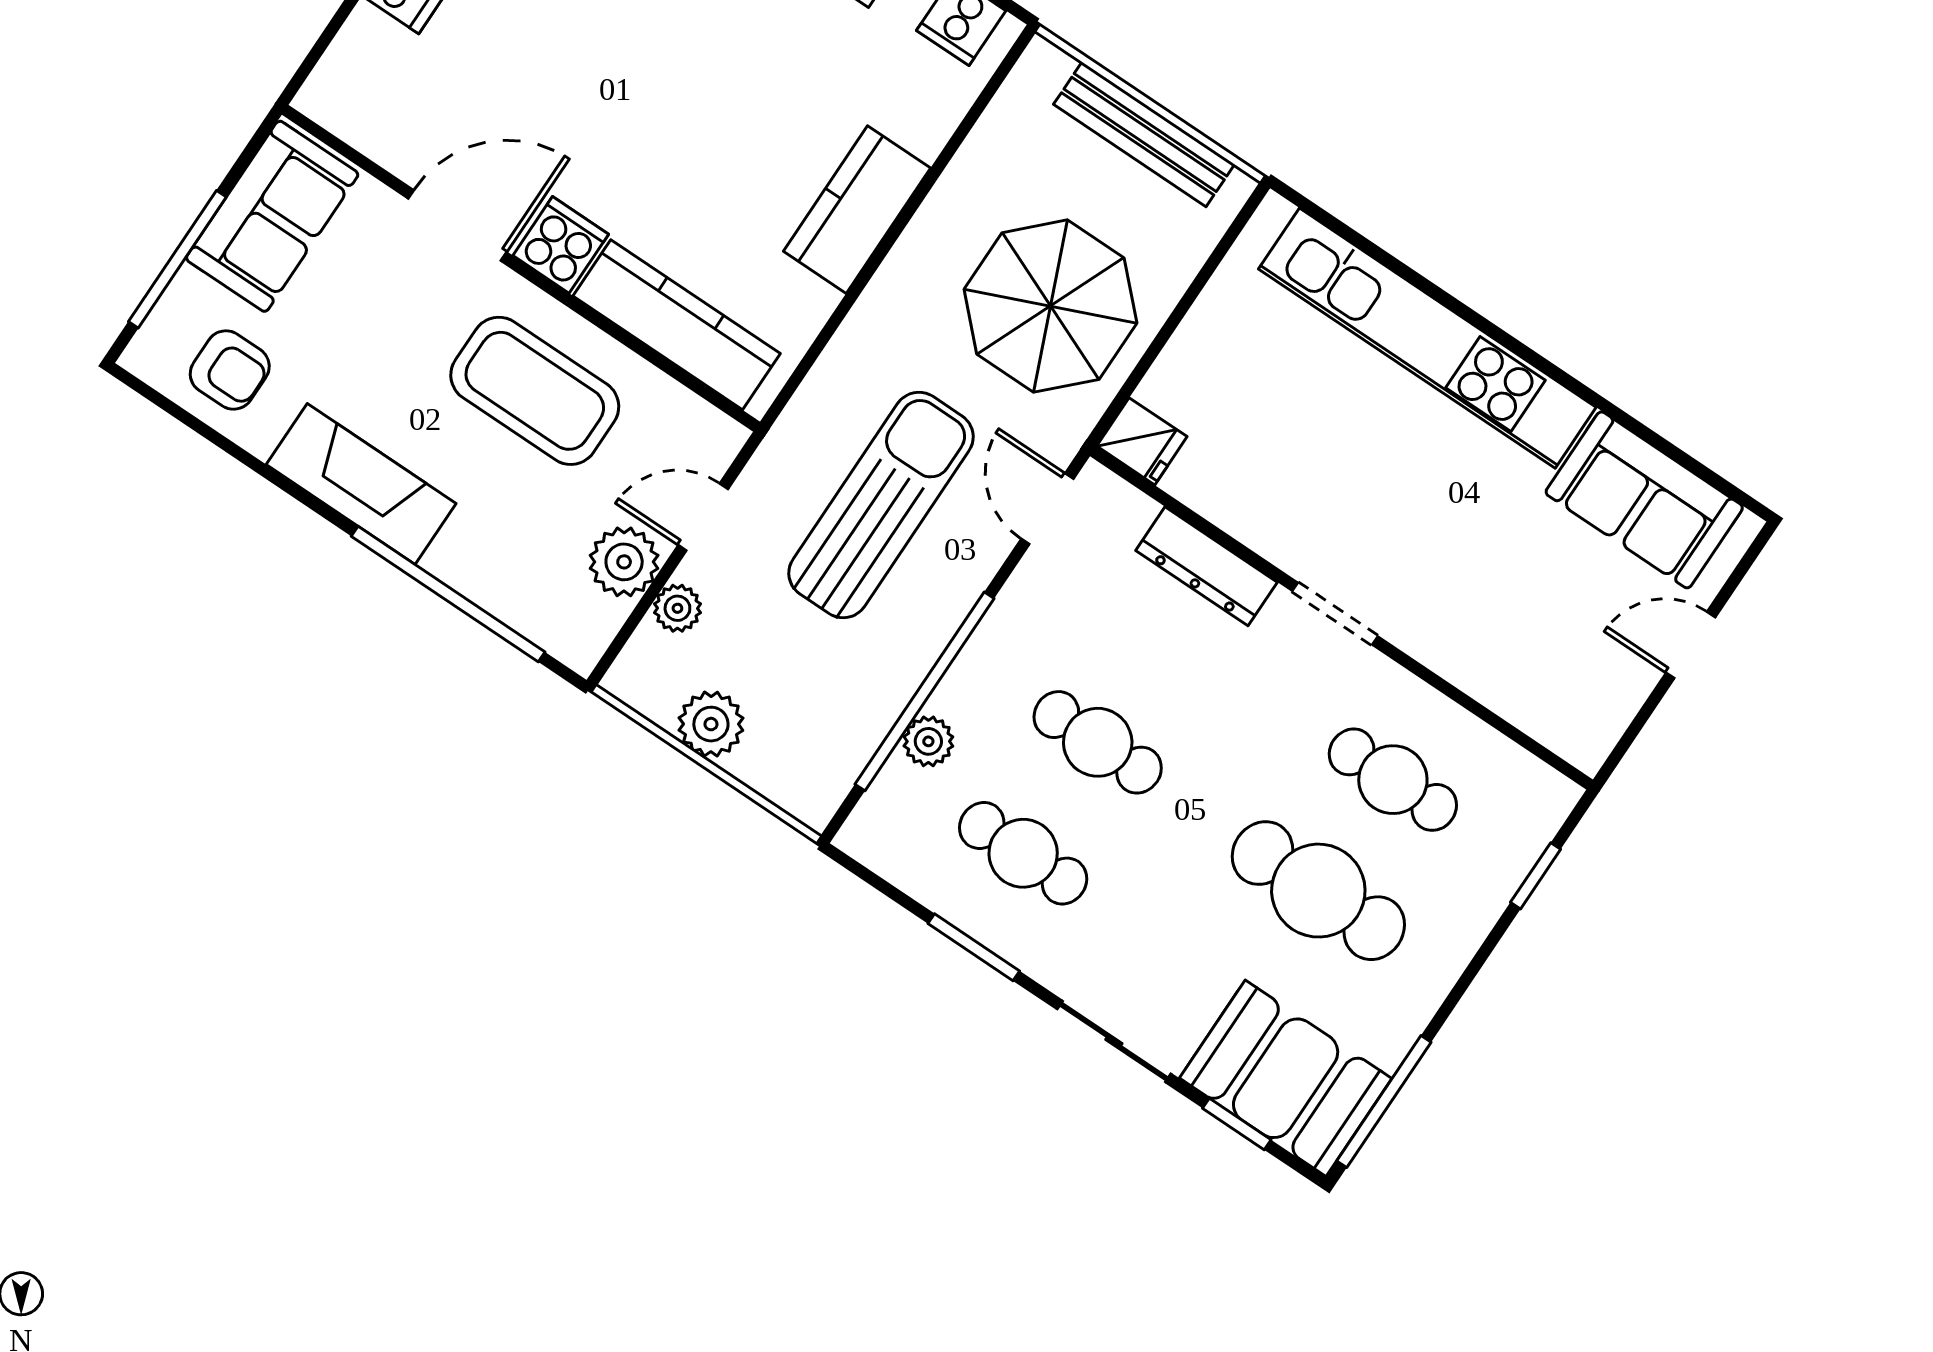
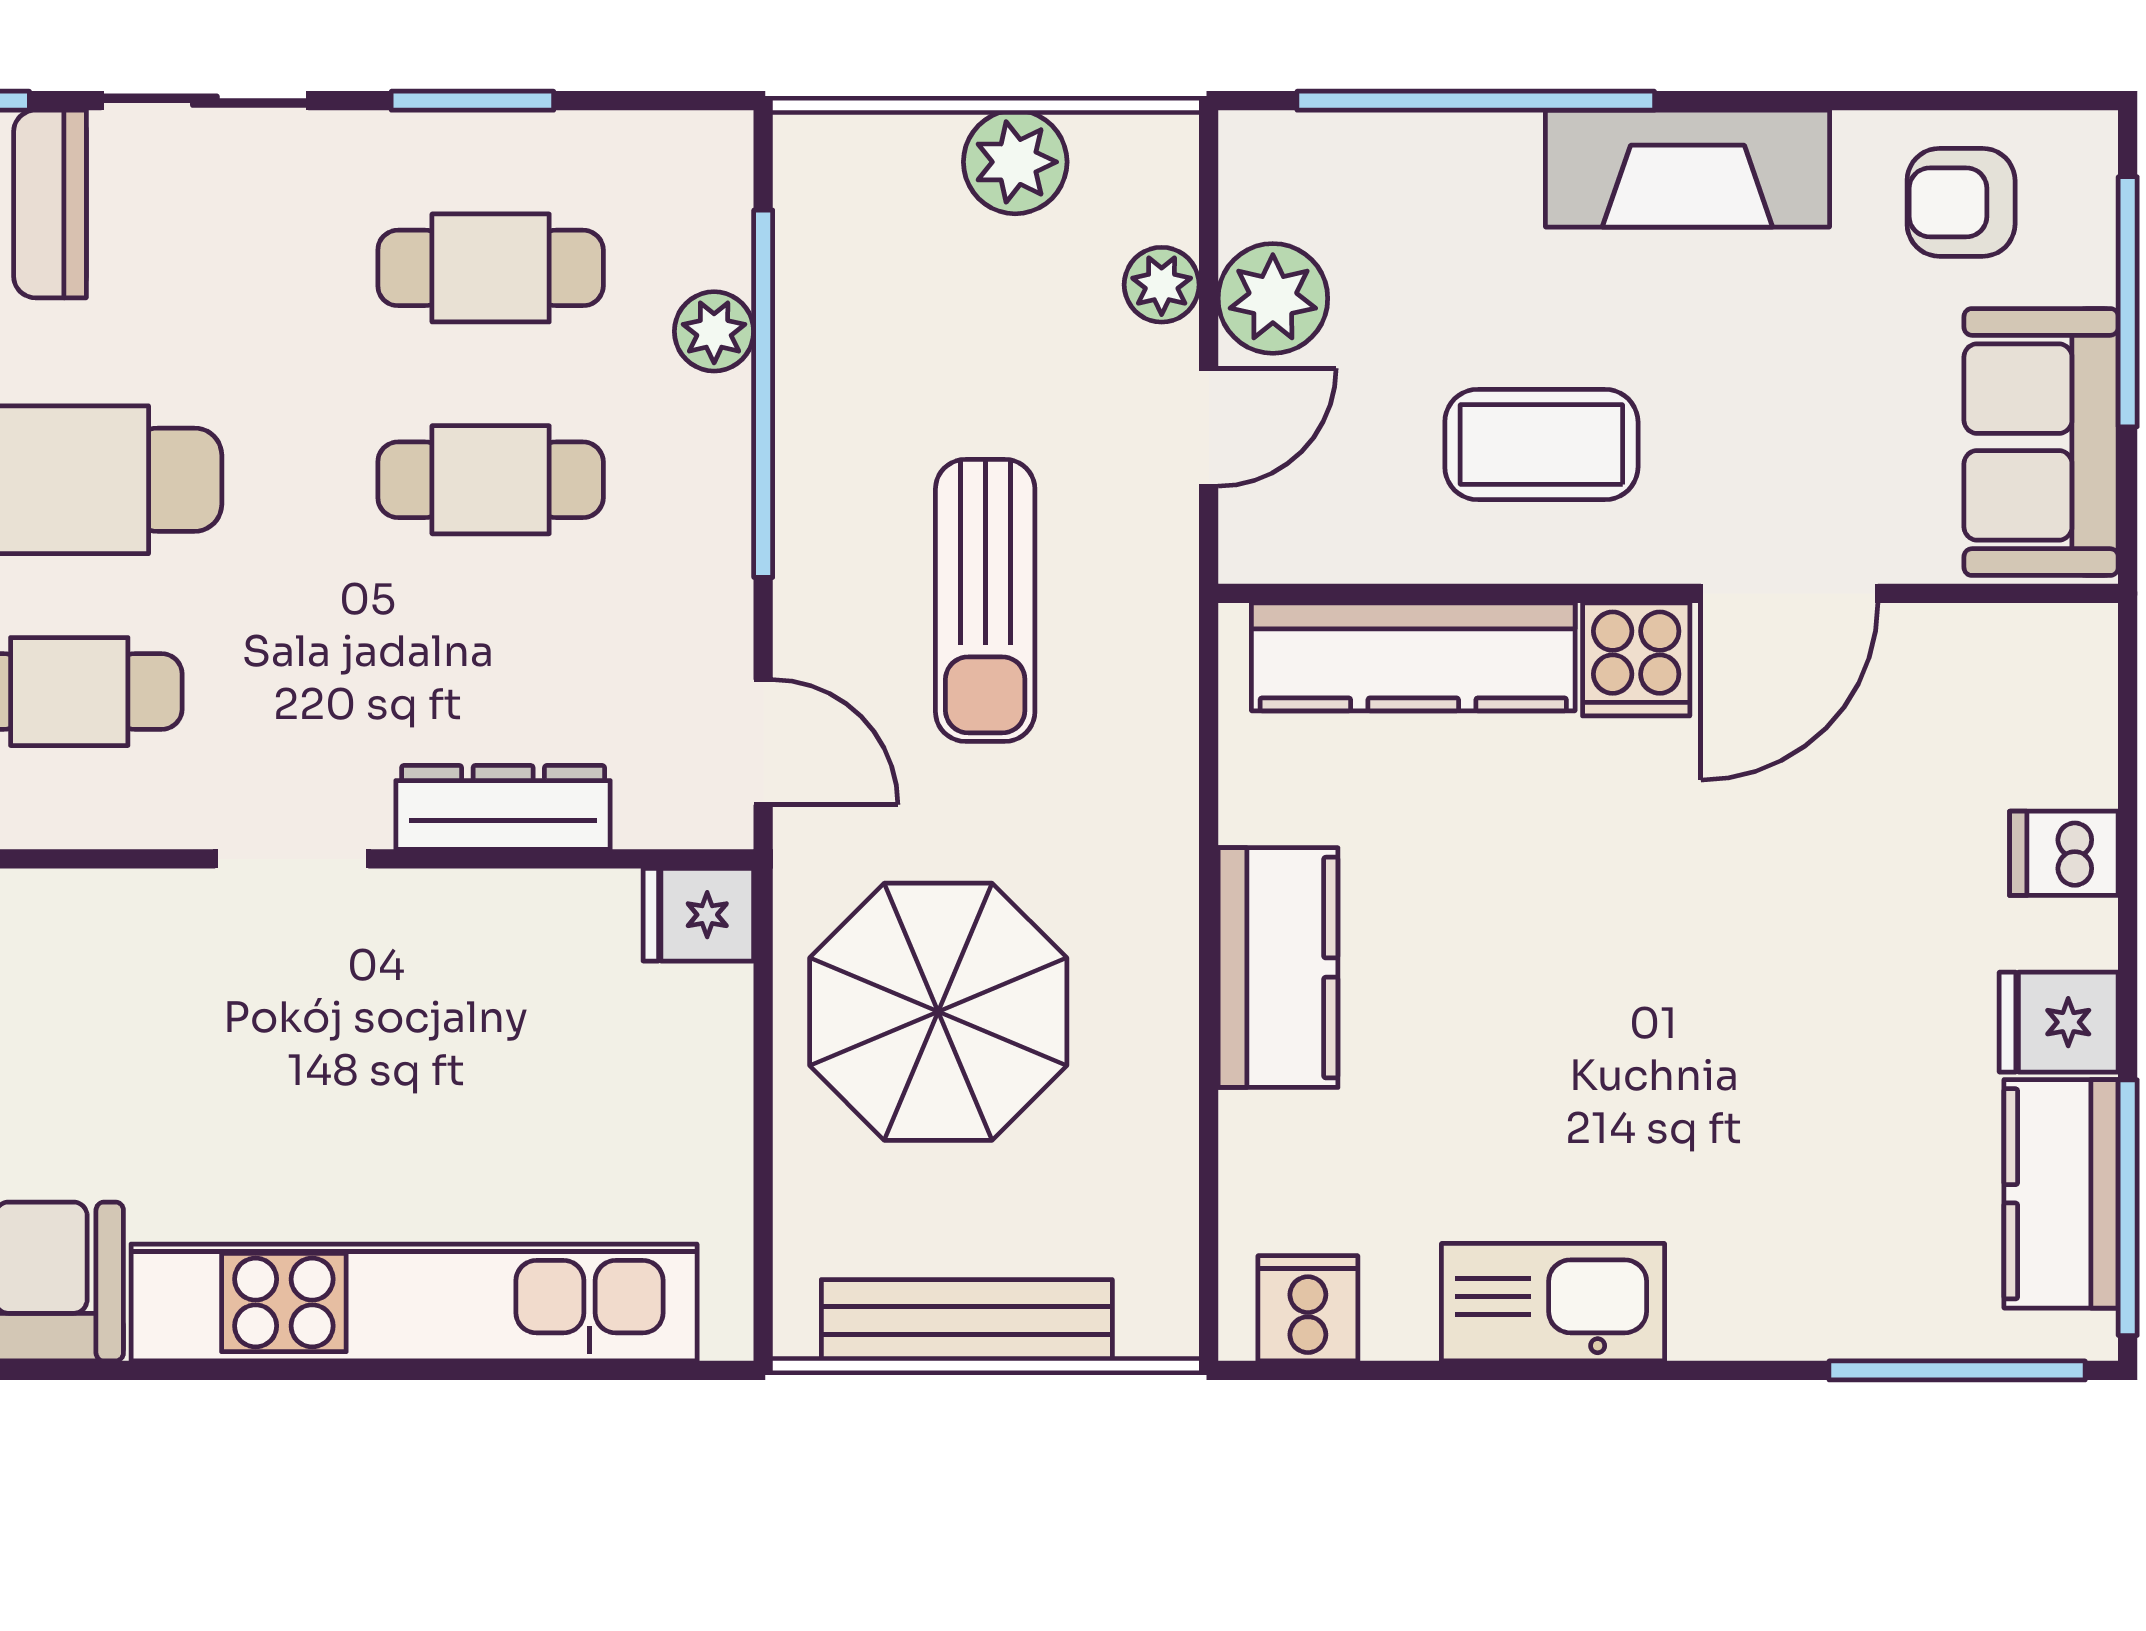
coffee table: (535, 391) -> (1541, 445), width x0.73, depth x0.76
sun lounger: (881, 505) -> (985, 600), width x0.73, depth x0.75

